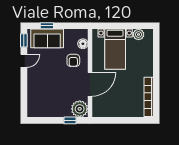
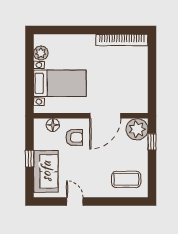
window: (47, 26) -> (30, 159), moved
window: (24, 40) -> (48, 201), removed
door: (90, 84) -> (105, 116), swing flipped
coffee table: (41, 100) -> (126, 179), added

